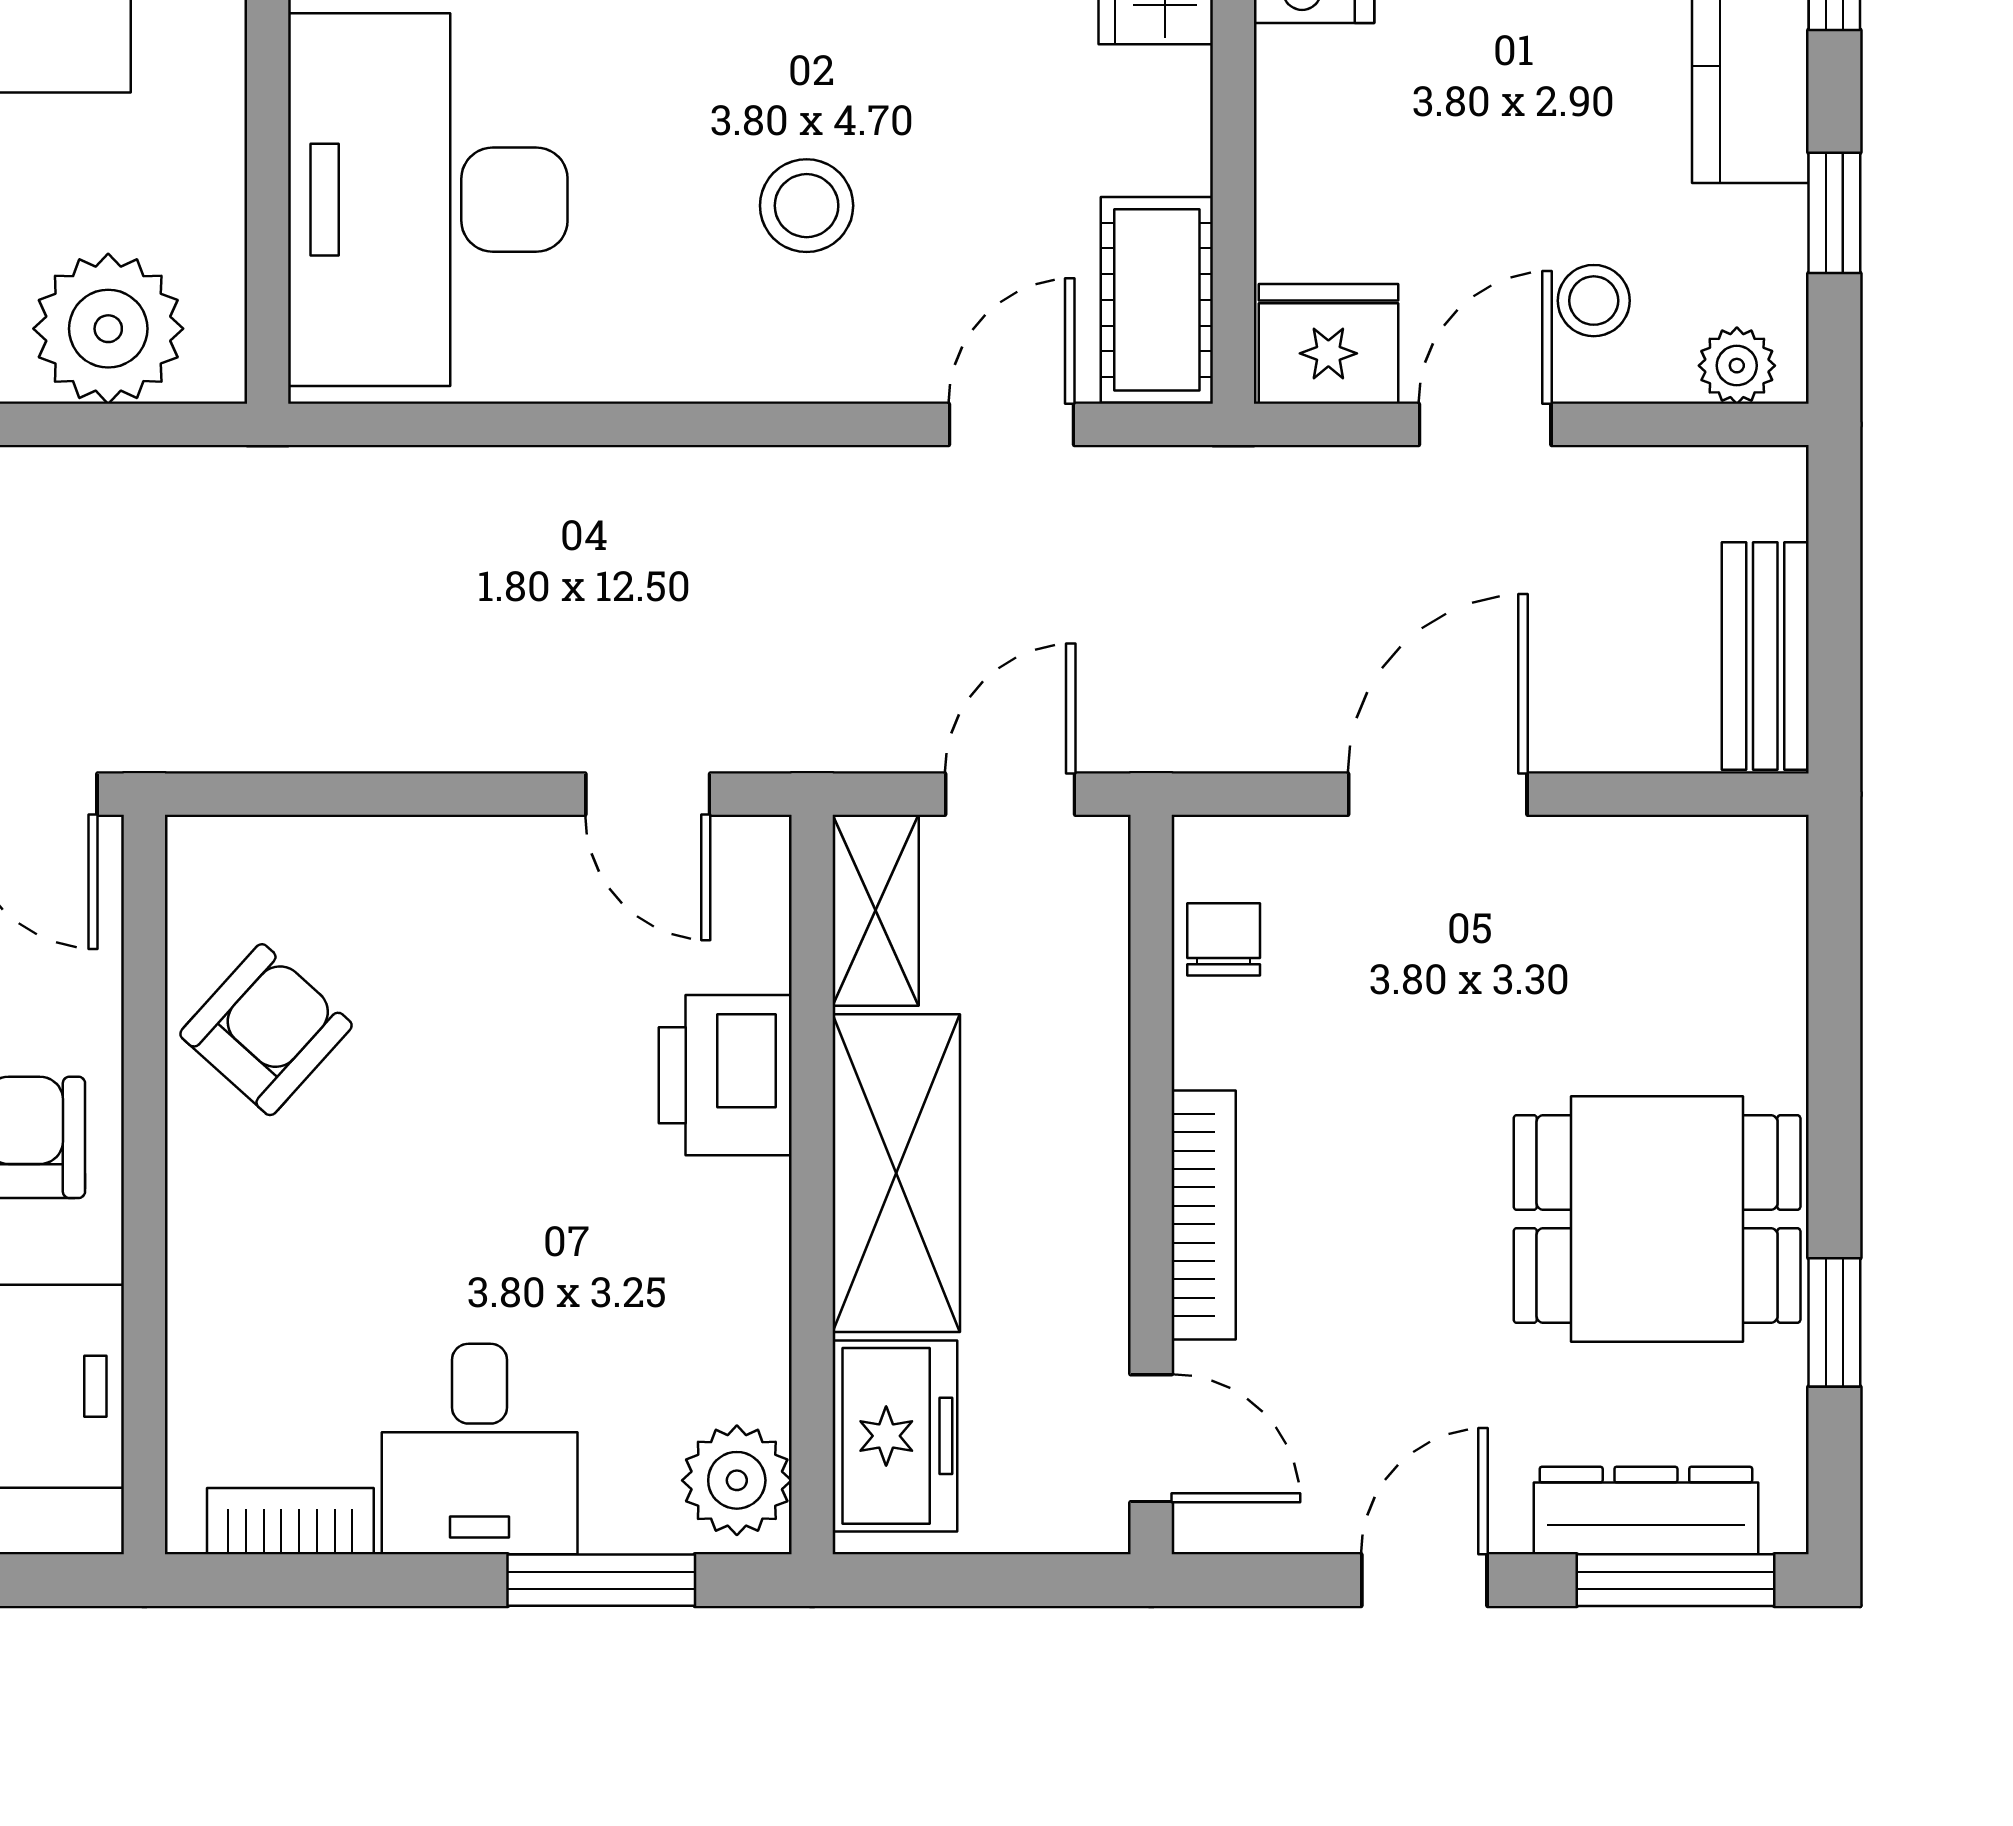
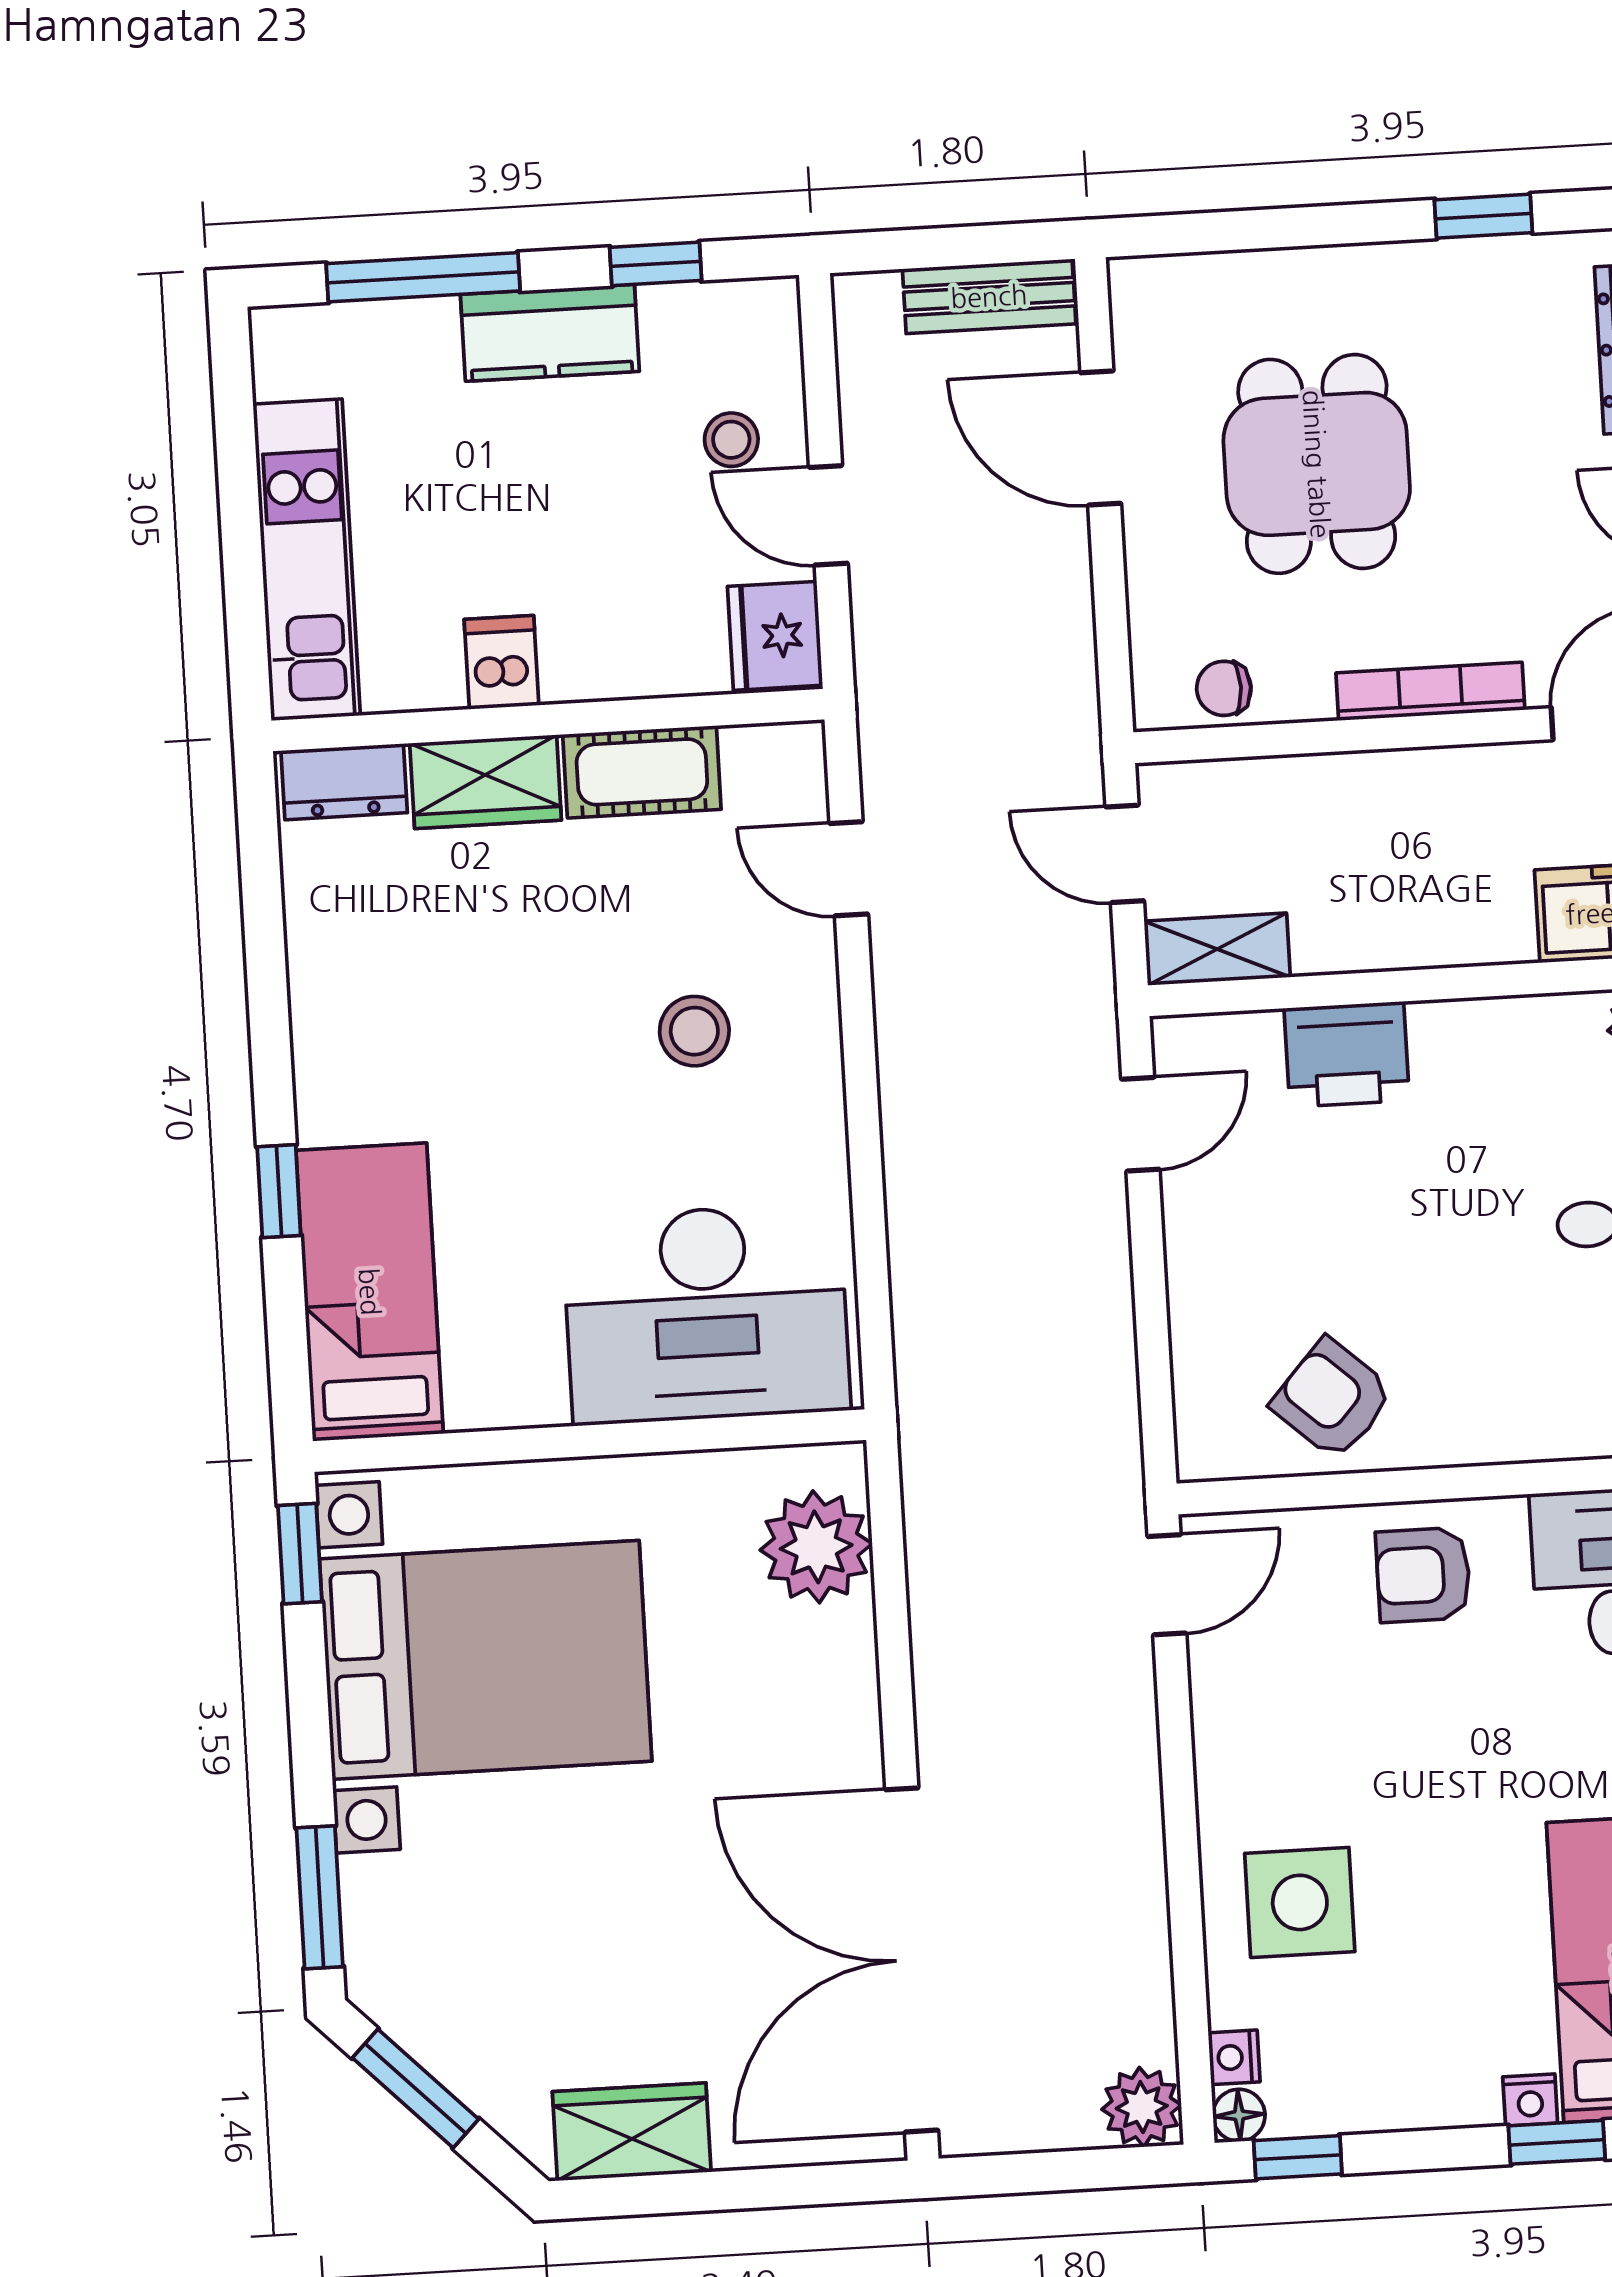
cot: (1157, 300) -> (642, 772), moved
plant: (1737, 366) -> (774, 330), removed
door: (1438, 794) -> (1101, 438), moved
shelving: (896, 1173) -> (1412, 923), removed
dining table: (1657, 1219) -> (1317, 464), moved

